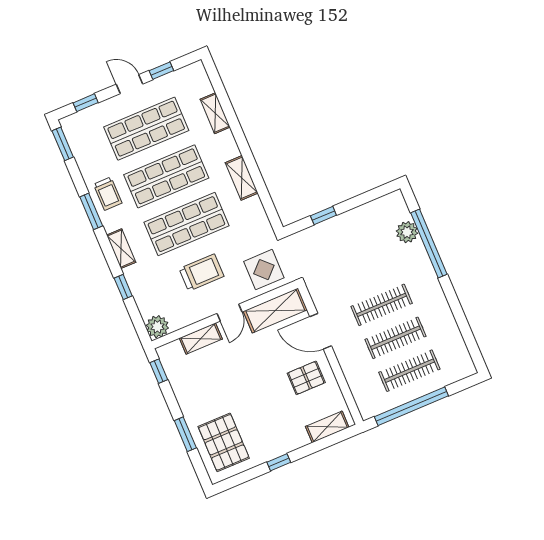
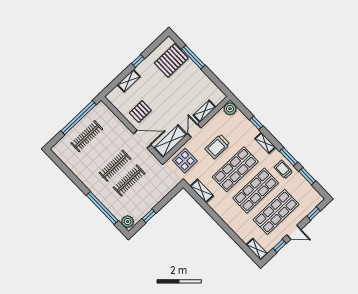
shelving: (215, 113) -> (257, 249), moved
window: (63, 144) -> (307, 176), moved
shelving: (242, 178) -> (202, 191), moved
window: (323, 215) -> (149, 216), moved
plant: (407, 232) -> (128, 222), moved
clothes rail: (396, 338) -> (129, 180), moved
window: (159, 371) -> (220, 85), removed
shelving: (327, 427) -> (129, 81), moved
window: (185, 434) -> (193, 57), width x1.44
pallet: (224, 442) -> (171, 60), turned 90

